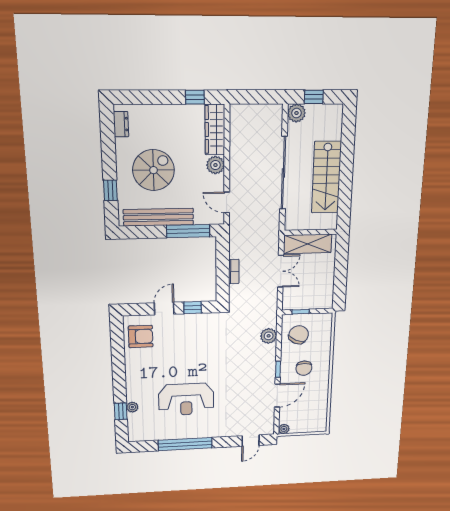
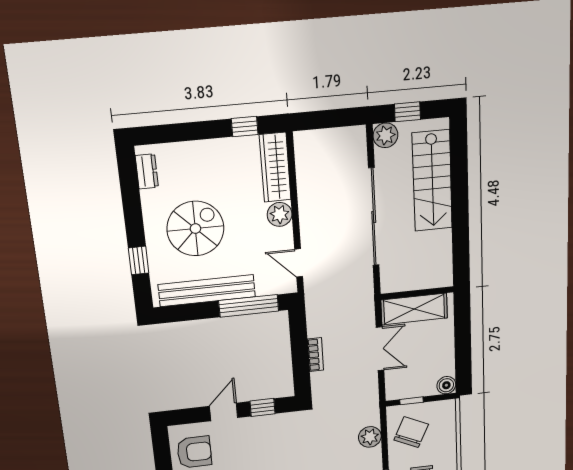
stairs: (326, 177) -> (432, 181), moved
boiler: (326, 302) -> (446, 385), added

